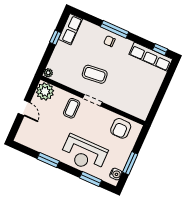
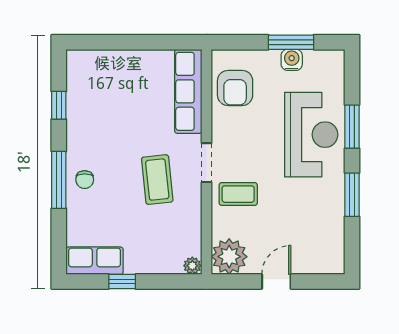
window: (160, 50) -> (59, 105), moved
row of seats: (151, 57) -> (188, 91), moved, turned 180
armchair: (121, 128) -> (235, 88), turned 90
water cooler: (116, 174) -> (292, 60), moved
window: (91, 179) -> (352, 127), moved

